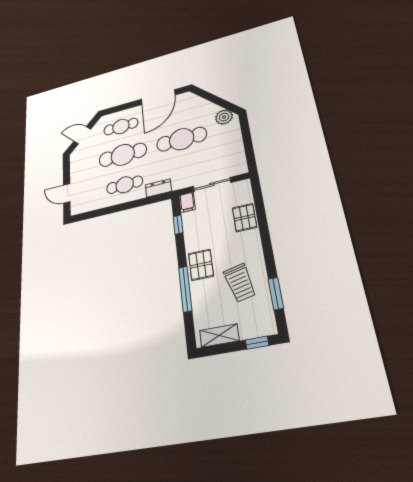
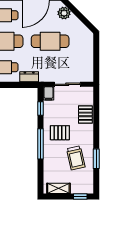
plant: (224, 117) -> (64, 13), moved
pallet: (201, 265) -> (60, 133), moved, turned 90
window: (185, 289) -> (40, 144), moved
window: (276, 293) -> (96, 159), moved

